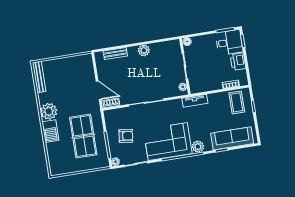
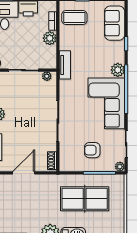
plant: (216, 84) -> (50, 38), added
door: (99, 90) -> (24, 173), moved
armchair: (126, 136) -> (92, 150), turned -97
sofa: (232, 138) -> (115, 23), width x0.73

